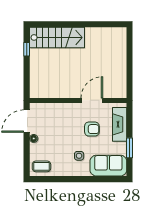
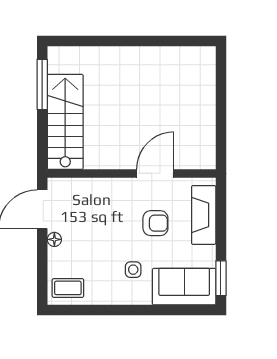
stairs: (57, 37) -> (65, 122), moved, turned -90
window: (27, 49) -> (42, 84), width x2.17
window: (130, 148) -> (221, 278), moved

